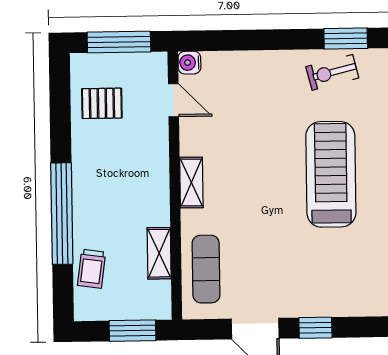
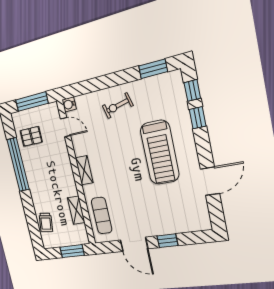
exercise bike: (332, 72) -> (118, 106), moved
treadmill: (331, 174) -> (160, 152), turned 180
window: (62, 214) -> (18, 165), moved

